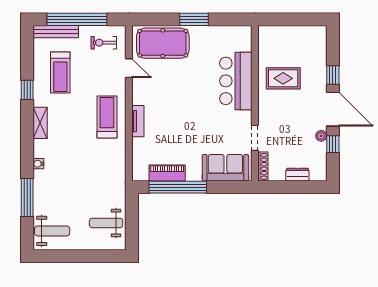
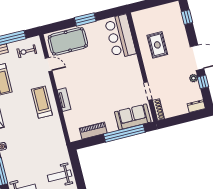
window: (333, 75) -> (187, 17), moved
rug: (283, 78) -> (157, 45), turned 90
bar counter: (236, 81) -> (120, 36), moved
dresser: (297, 175) -> (196, 106), moved
window: (178, 187) -> (124, 133), moved

